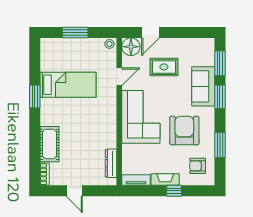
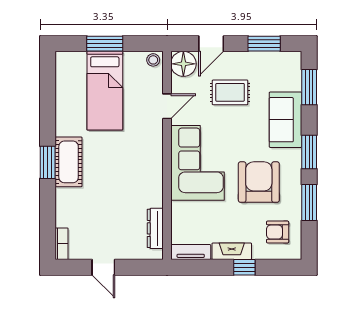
window: (188, 32) -> (264, 44), added
bed: (68, 85) -> (105, 91), moved, turned 90
window: (35, 96) -> (48, 162), moved
window: (220, 97) -> (309, 152), moved
cot: (50, 144) -> (69, 162), moved

